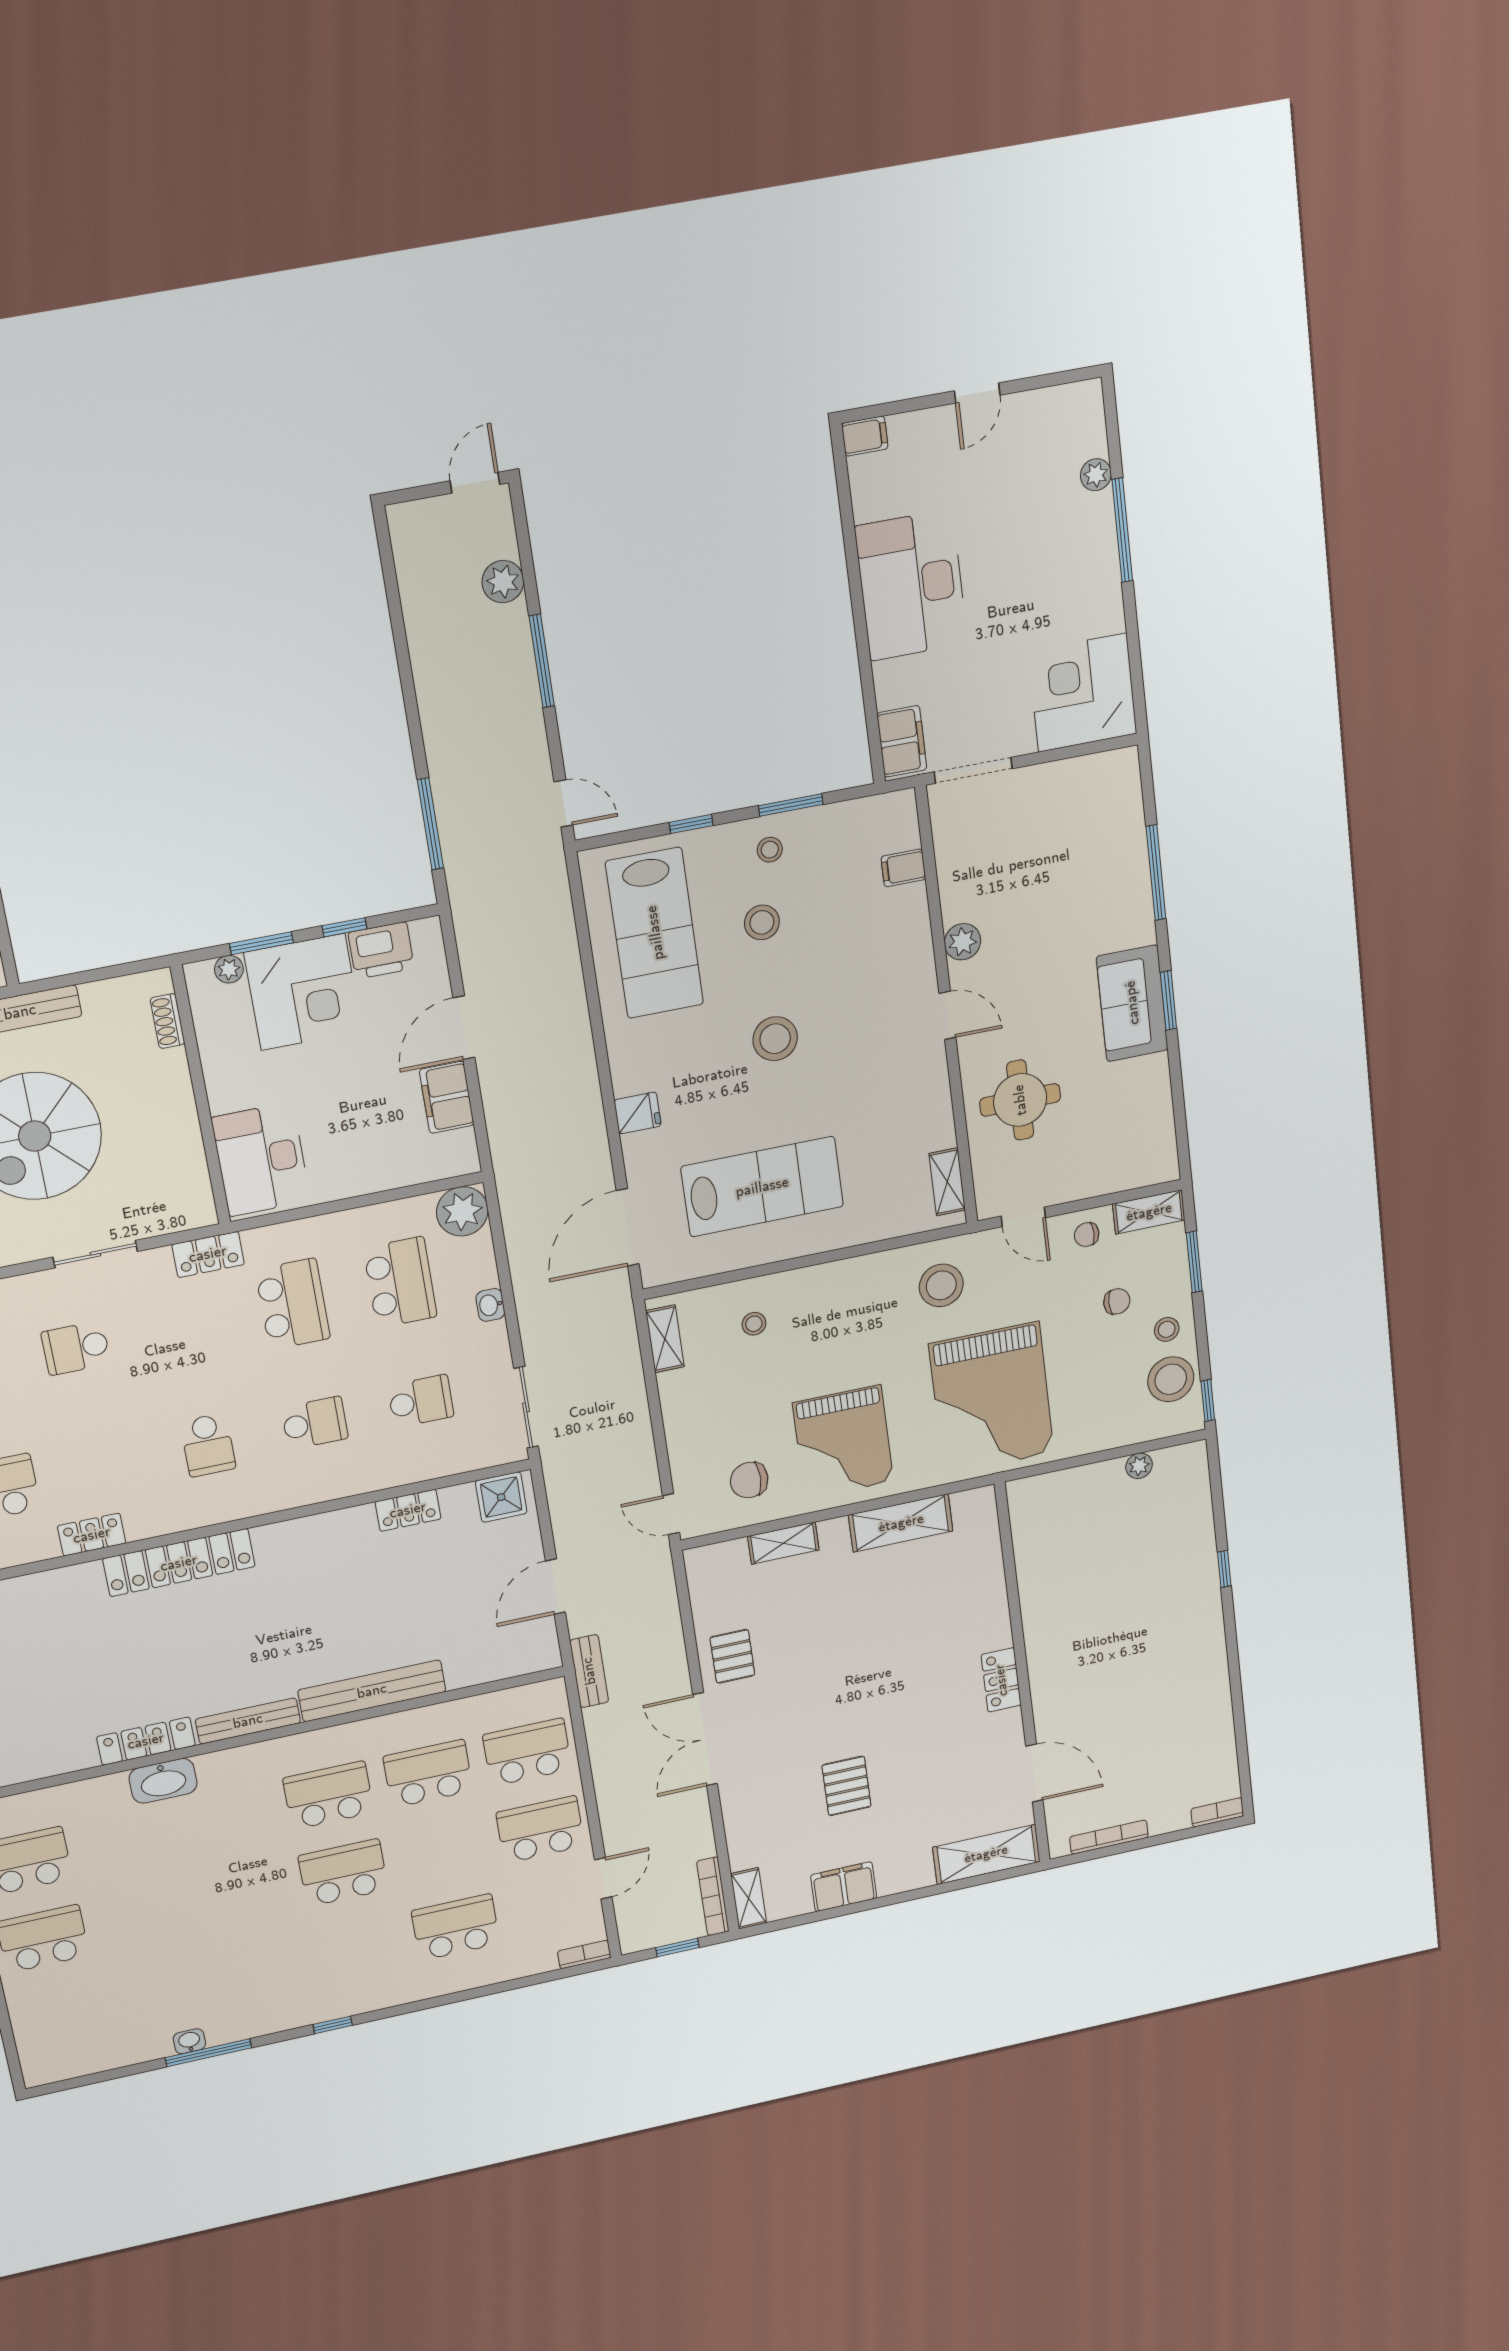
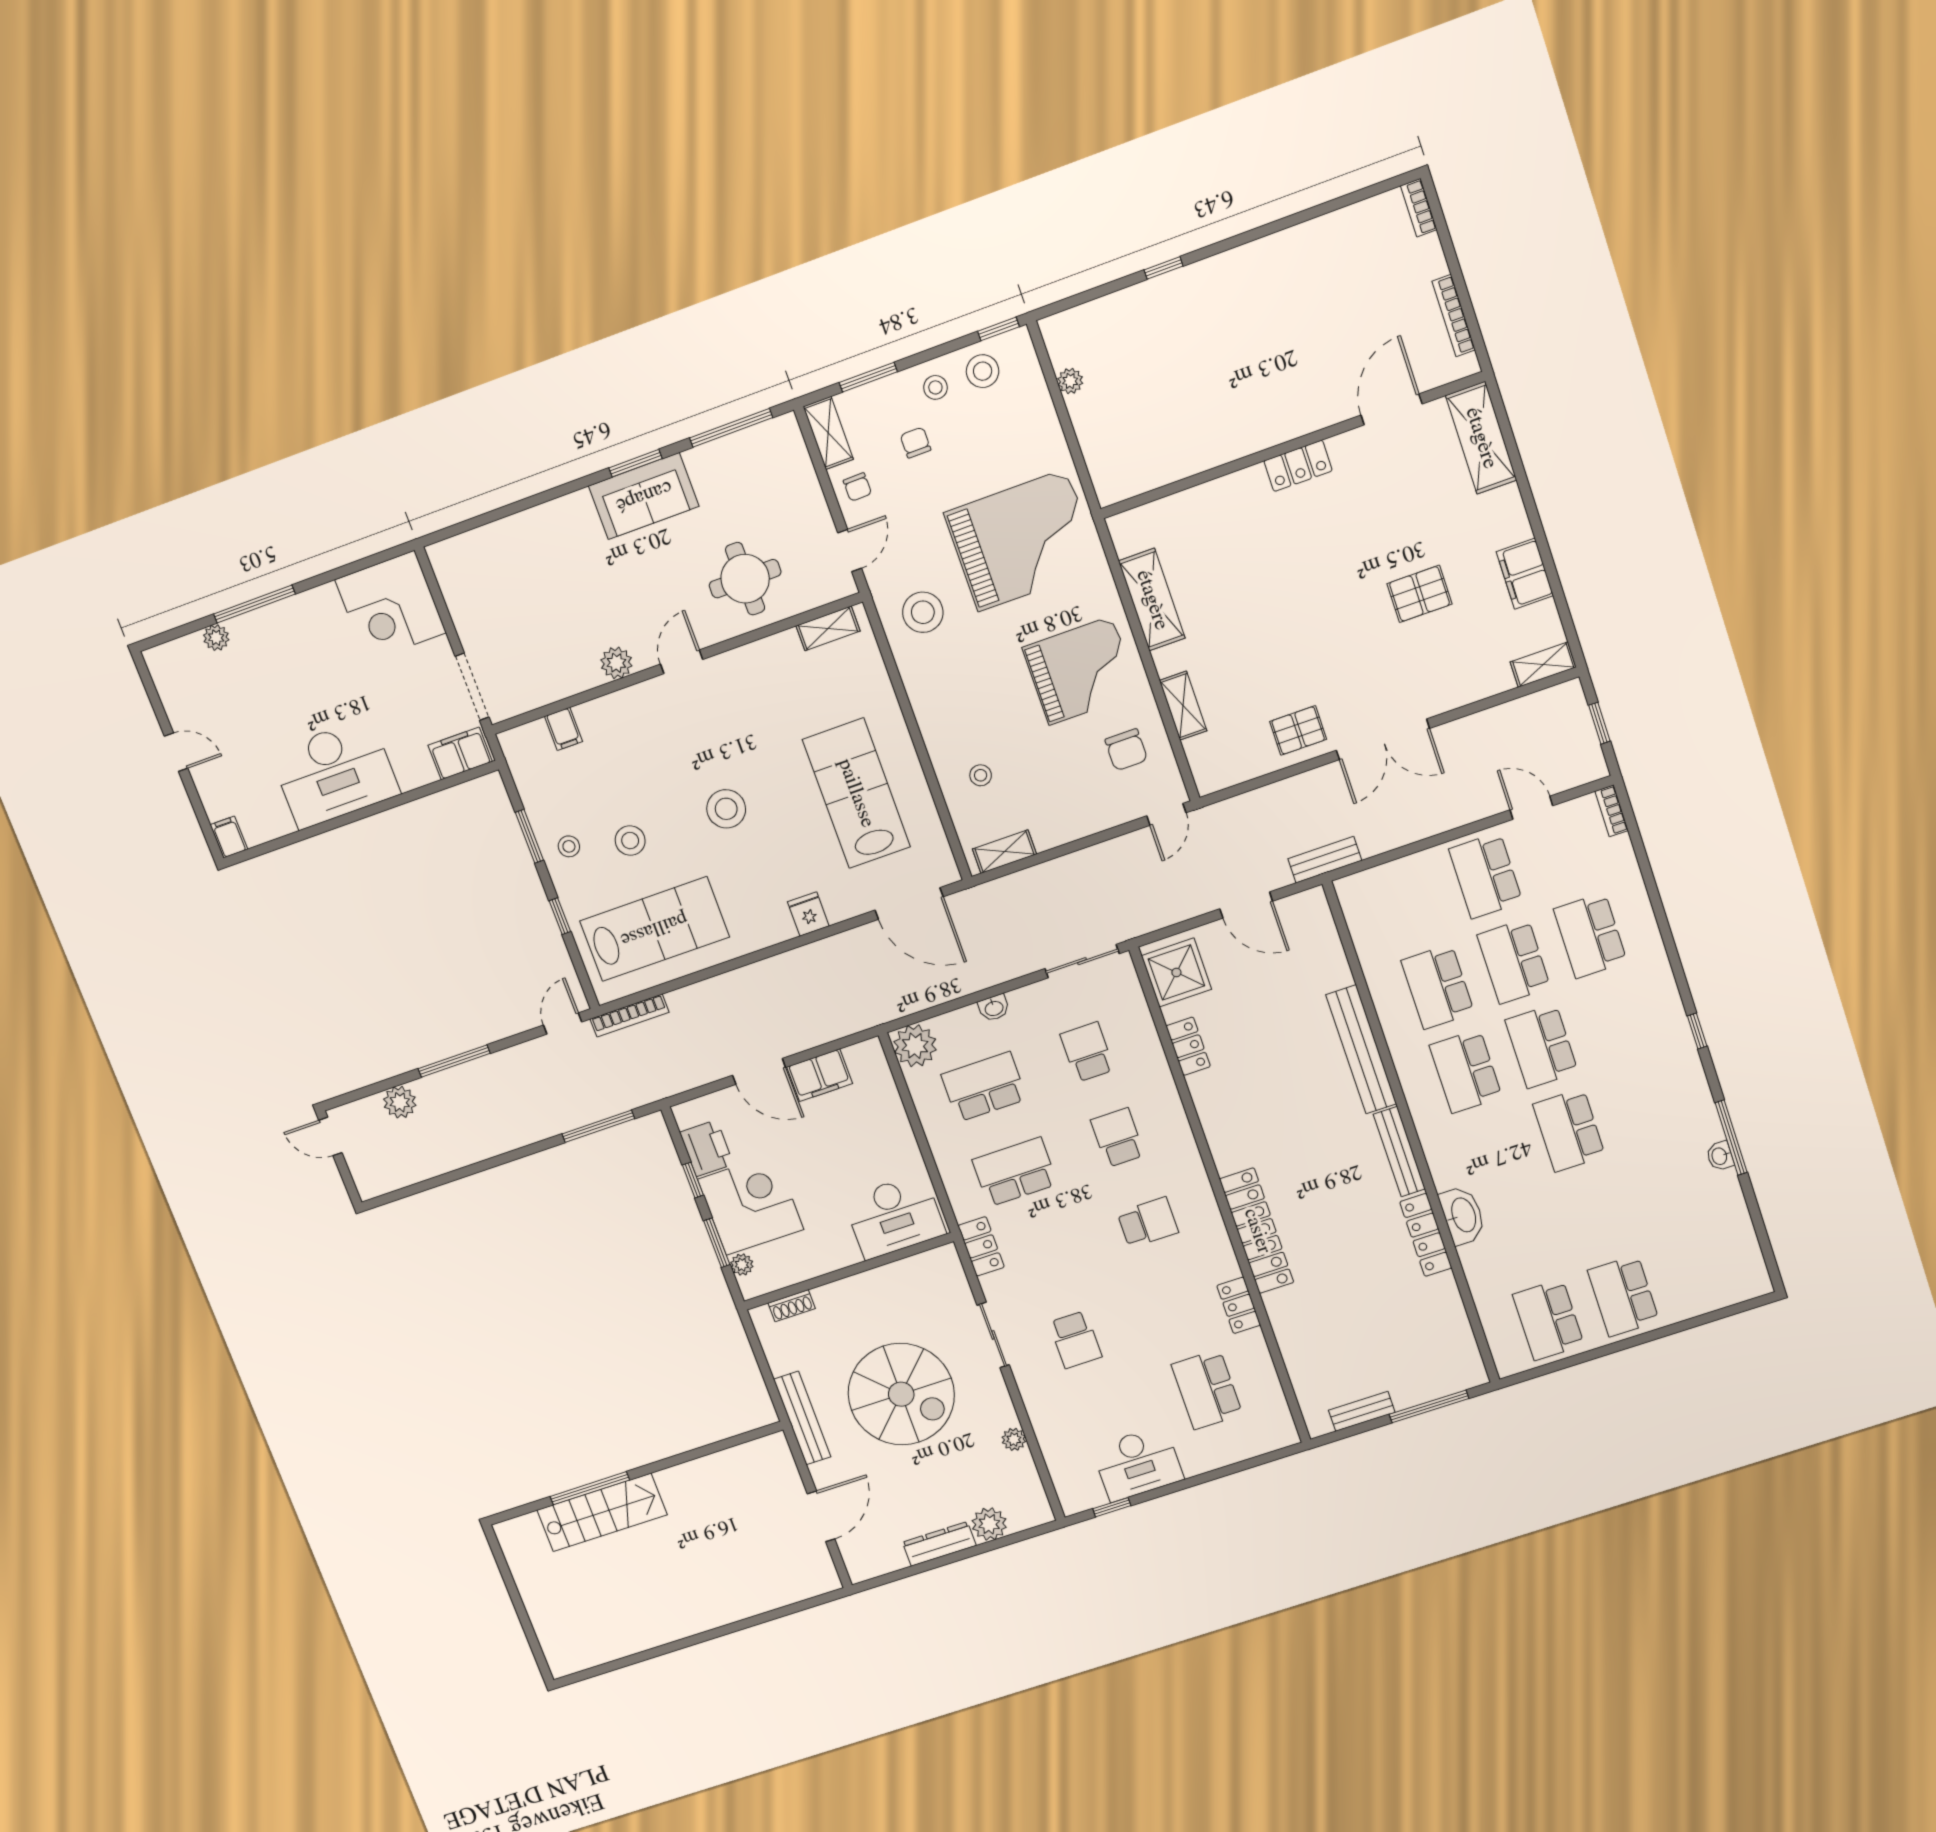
window: (1156, 873) -> (731, 428), moved
stool: (1171, 1379) -> (983, 371), width x0.73, depth x0.73
shower: (501, 1497) -> (1176, 972), width x1.36, depth x1.36
school desk: (527, 1752) -> (1514, 961), moved
school desk: (244, 1895) -> (1569, 1130), added
bookcase: (713, 1896) -> (629, 1016), moved

